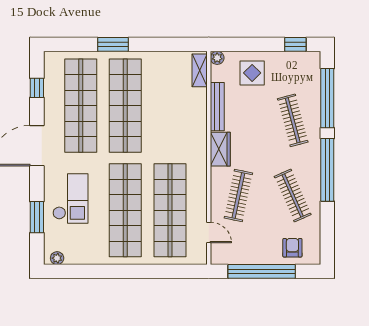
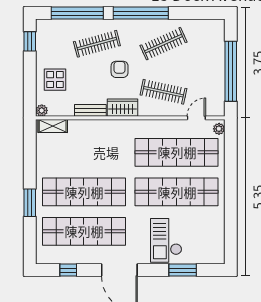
bench: (217, 107) -> (90, 110), width x0.73
checkout: (70, 198) -> (166, 240), turned -90
armchair: (292, 248) -> (120, 69), moved, turned 90
plant: (57, 258) -> (219, 129), moved

